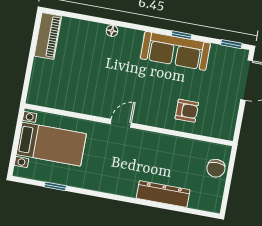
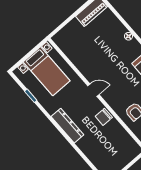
chair: (216, 168) -> (104, 117), moved
dresser: (163, 194) -> (67, 126), moved

